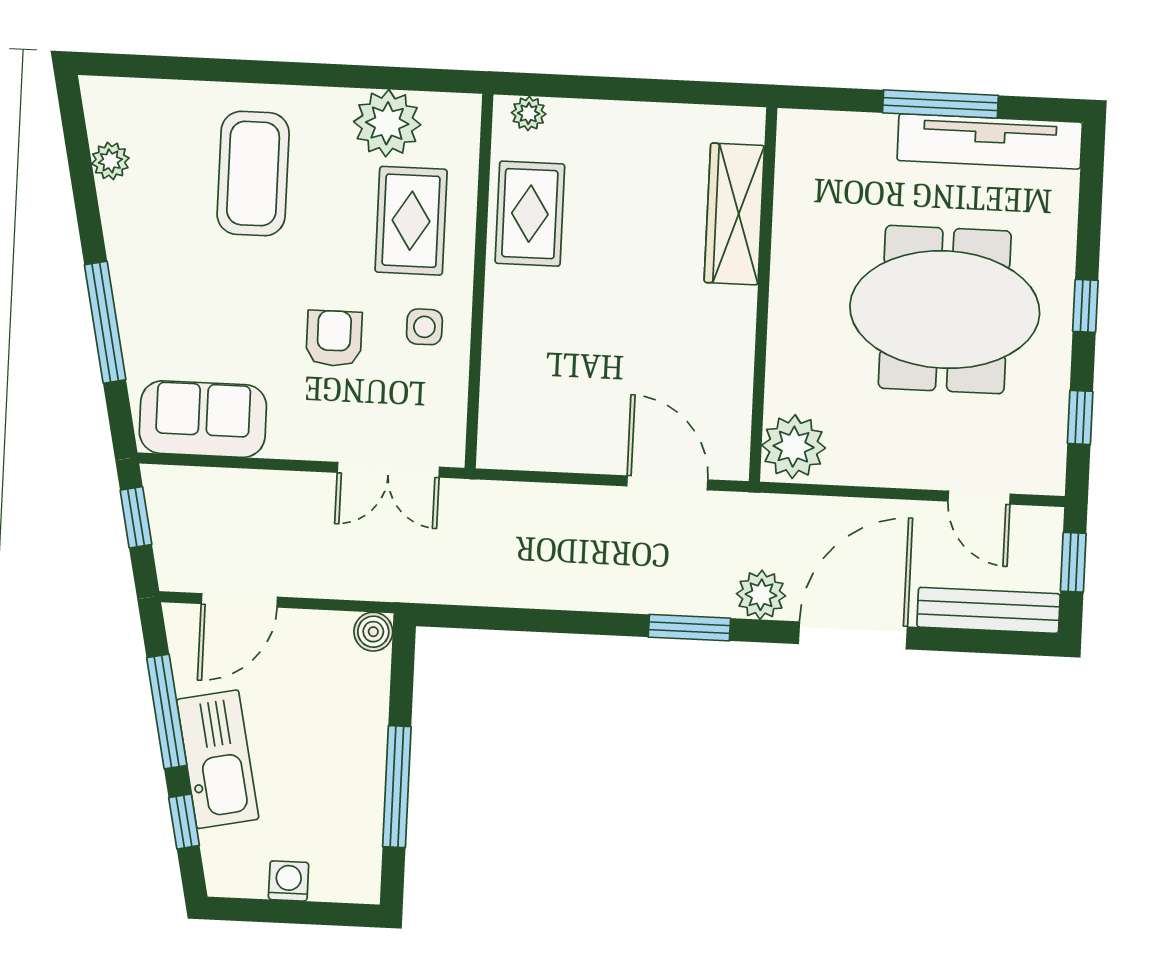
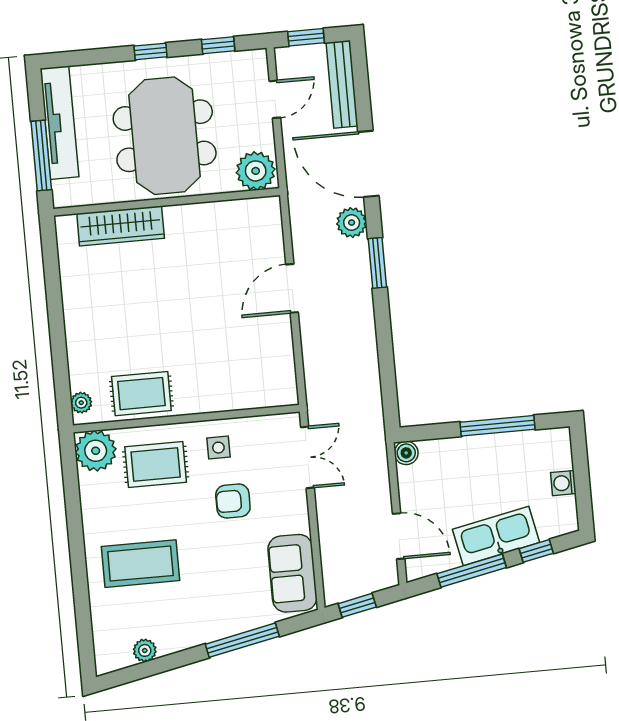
plant: (387, 123) -> (96, 451), moved
wardrobe: (734, 214) -> (121, 226), moved
wall: (763, 295) -> (167, 202), moved
plant: (794, 447) -> (256, 171), moved

